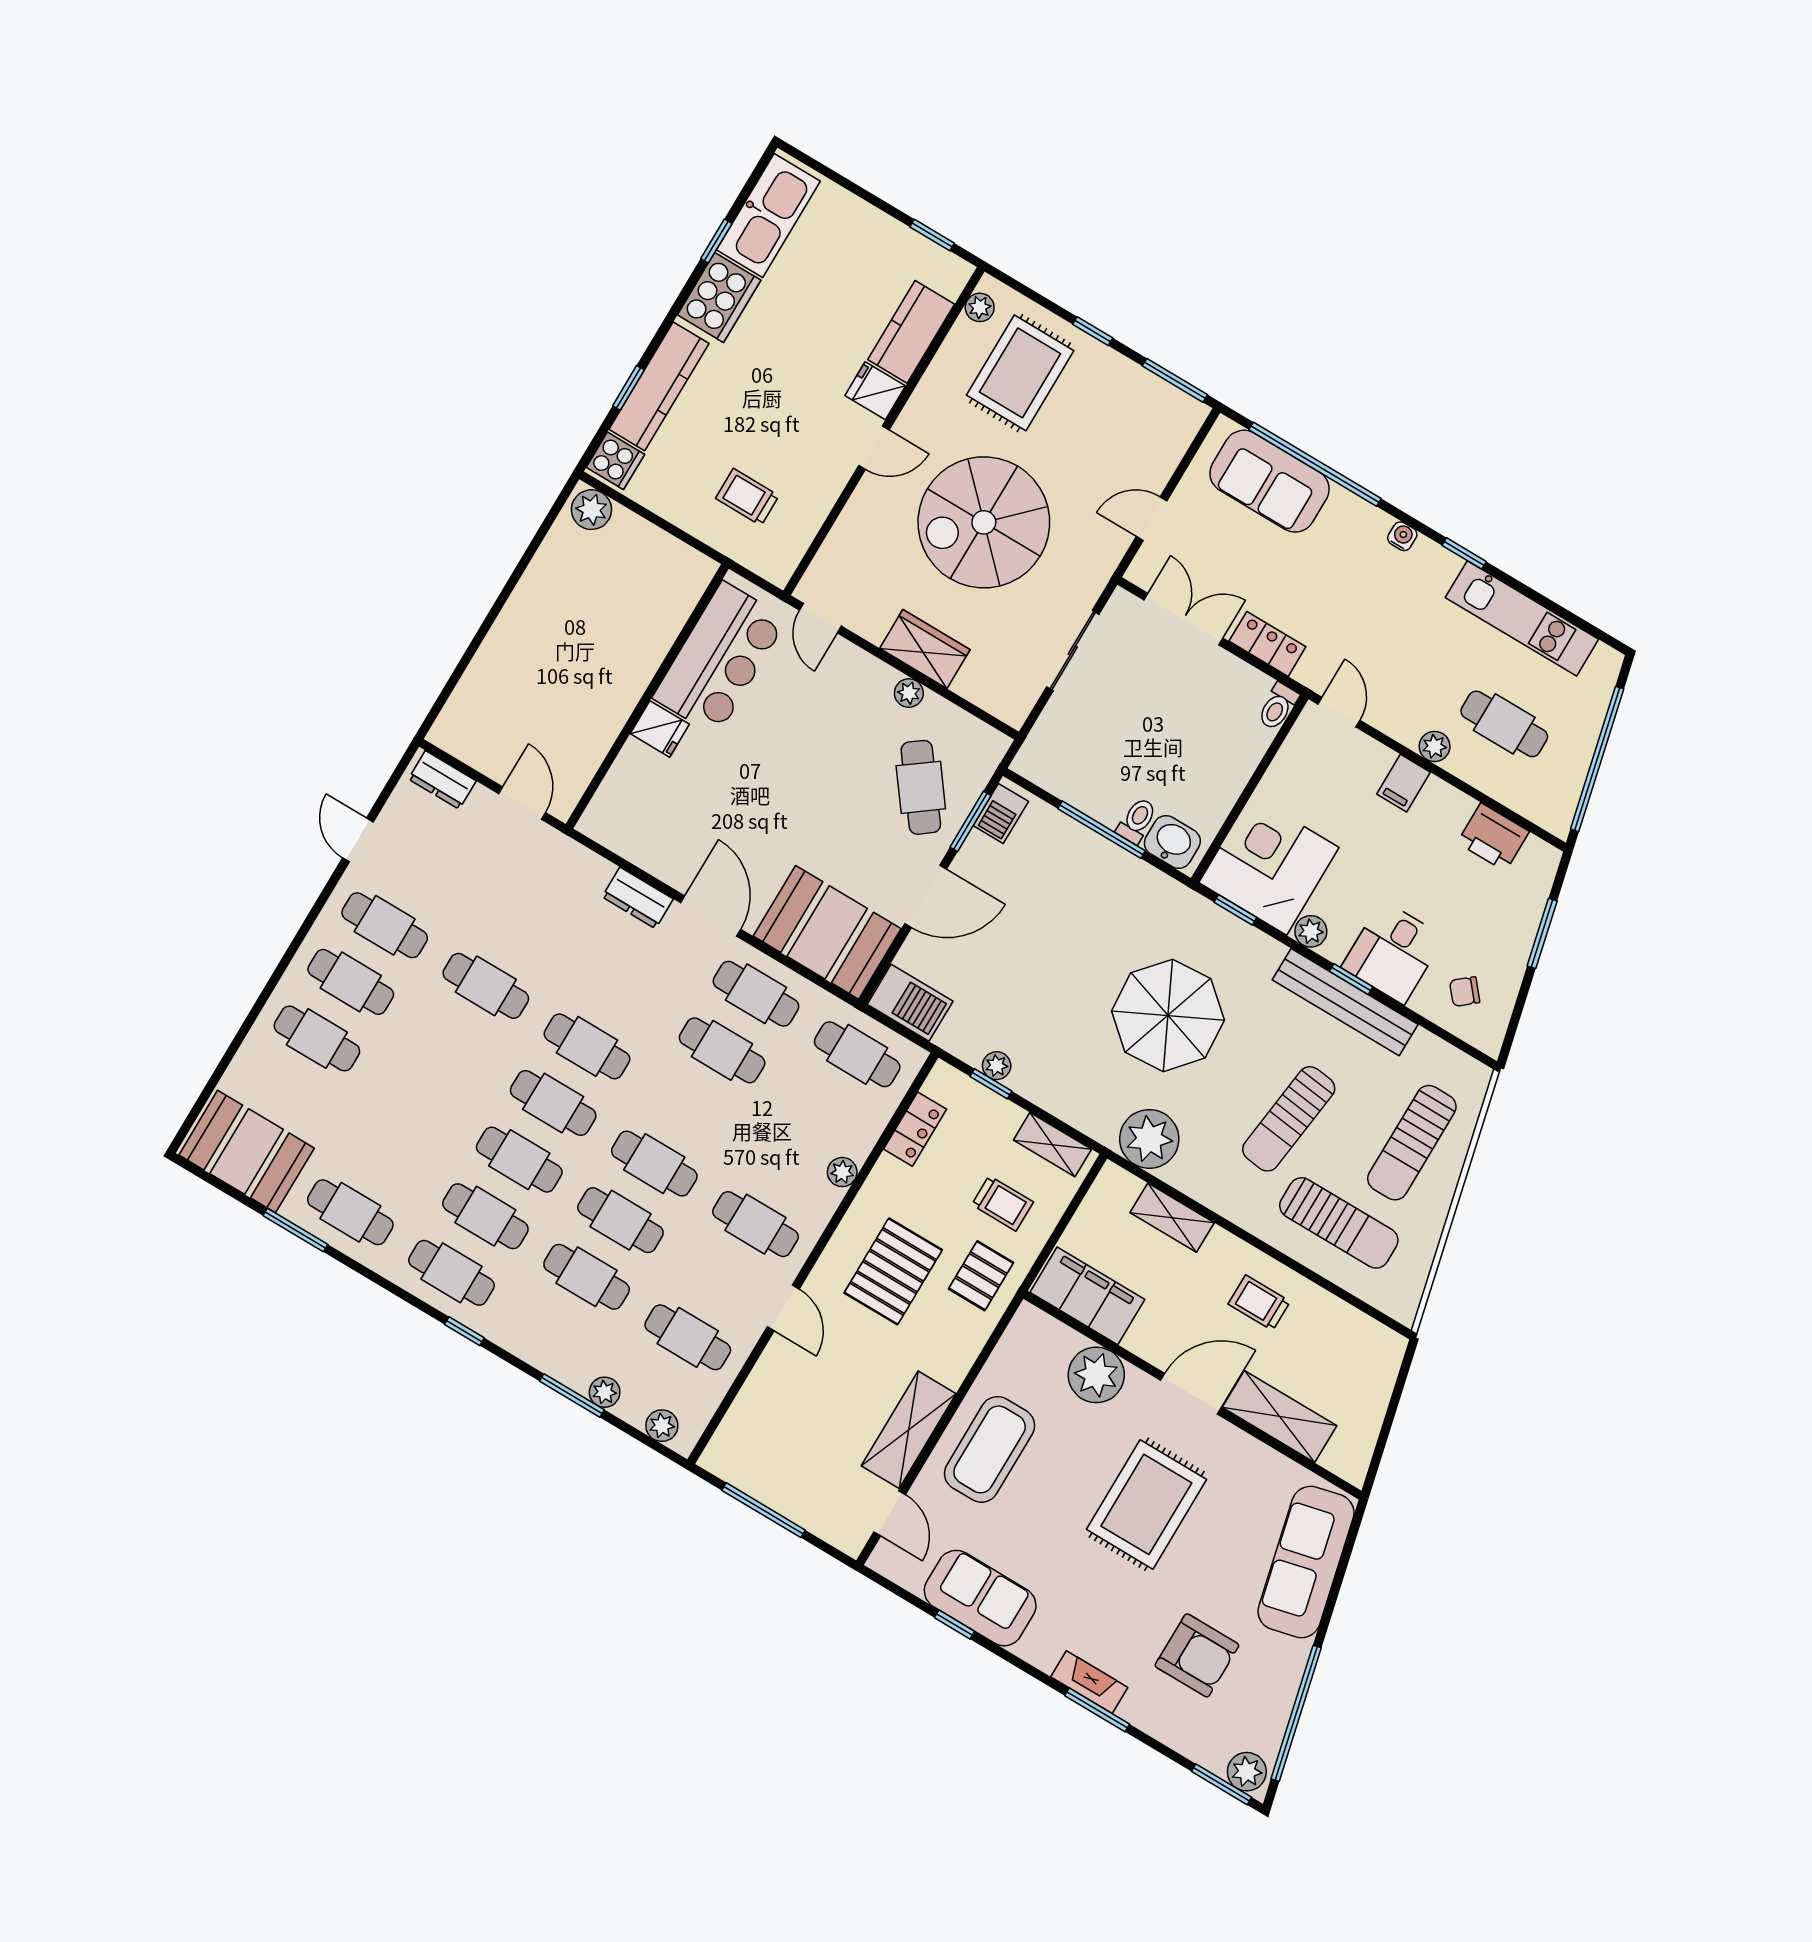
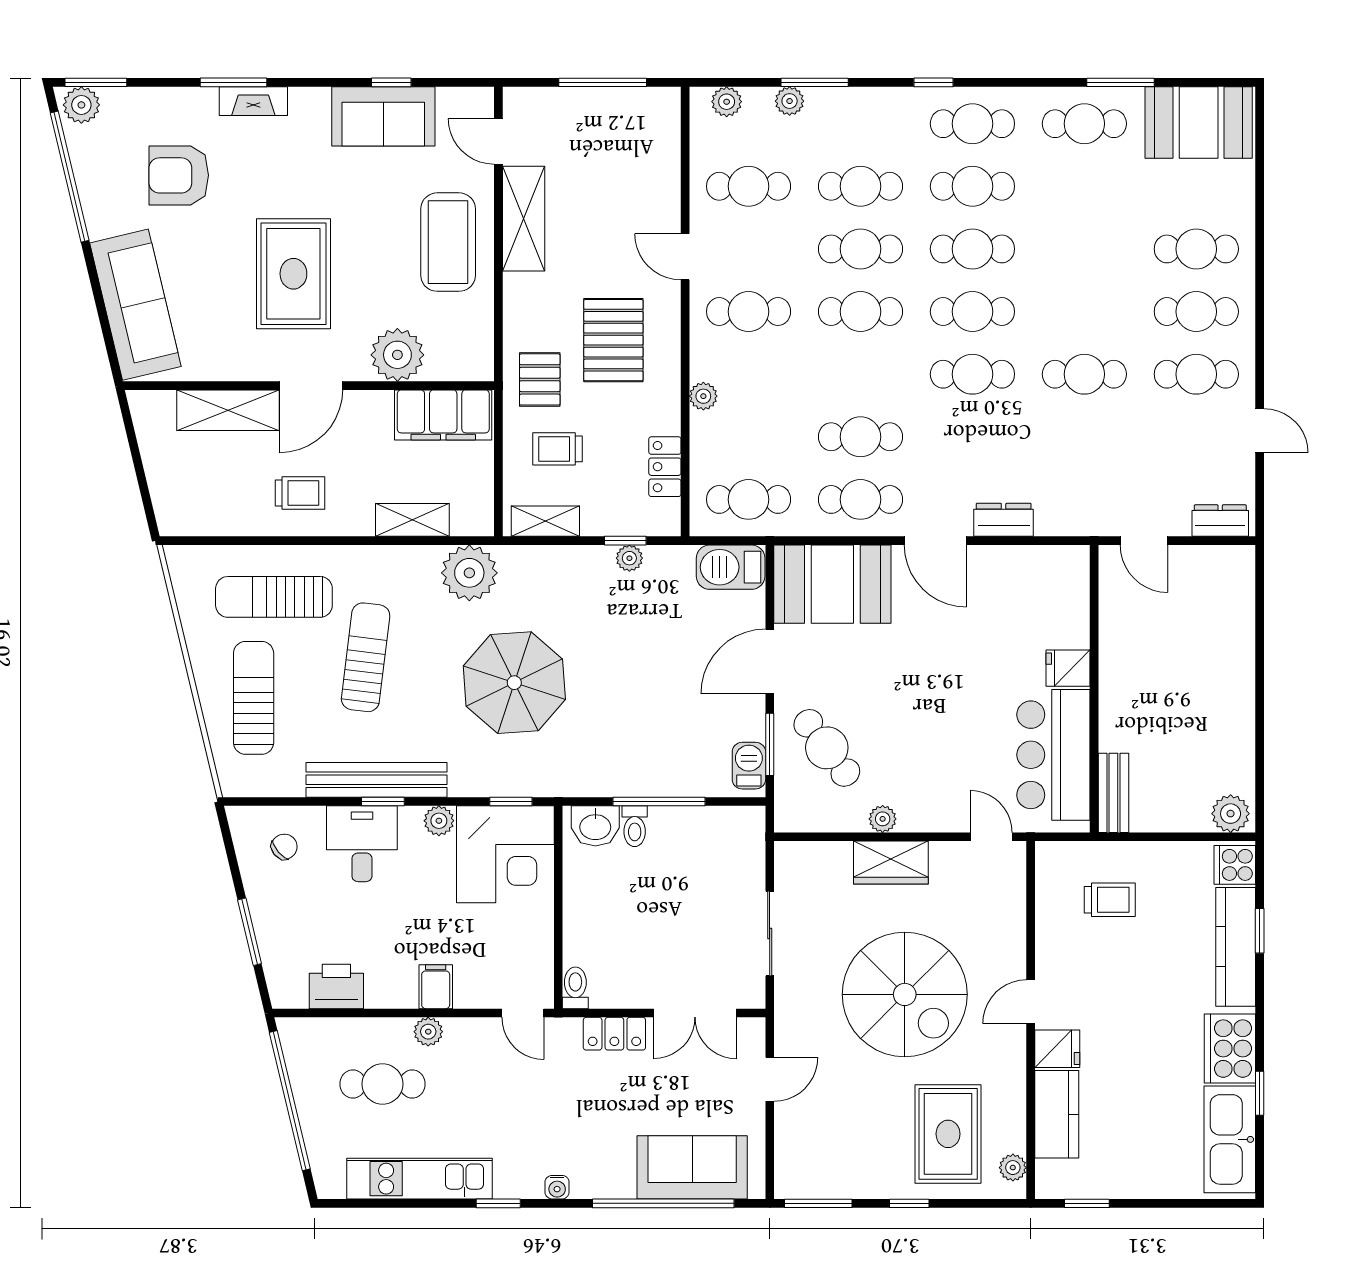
spiral stairs: (984, 522) -> (905, 994), turned 90
bench: (686, 592) -> (1113, 793), added

